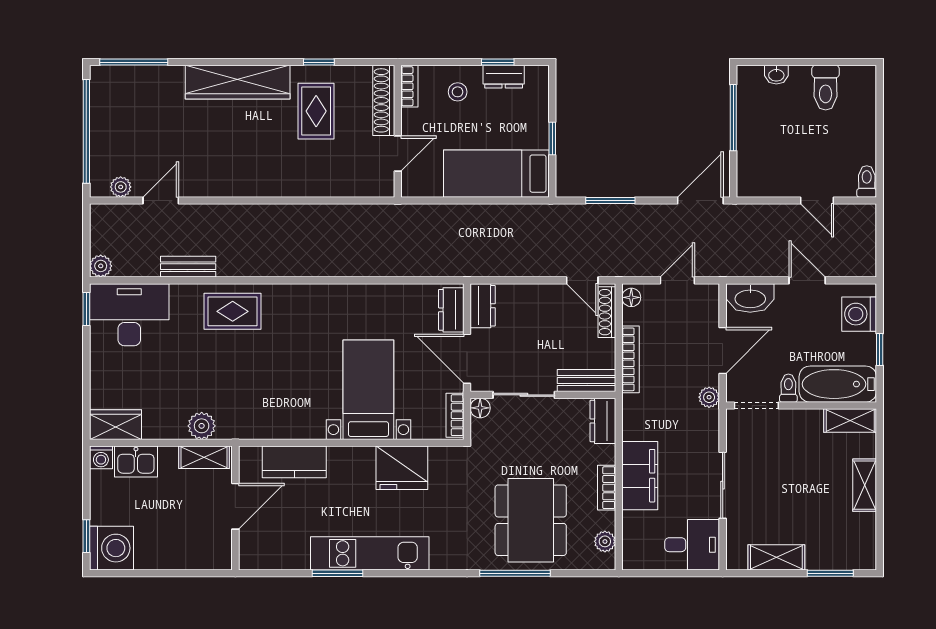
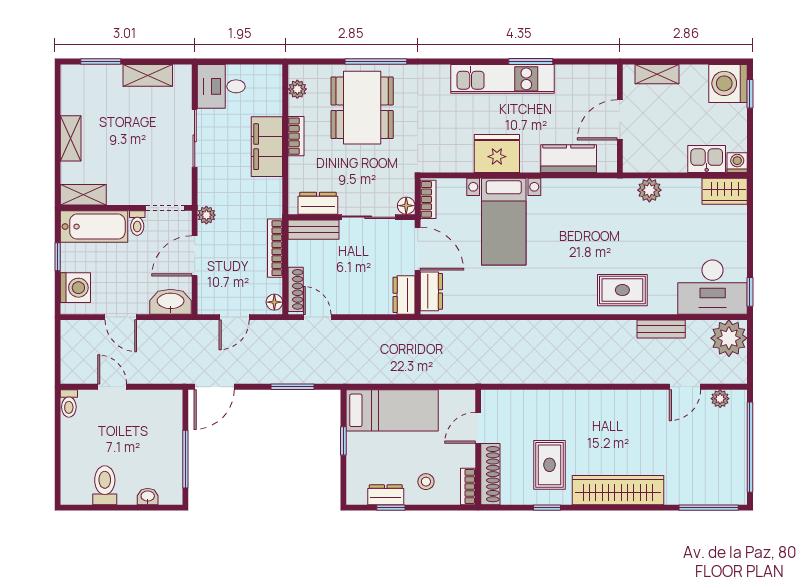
plant: (101, 266) -> (729, 338), width x1.88, depth x1.88
dresser: (603, 421) -> (318, 203), moved, turned -90
shelving: (204, 457) -> (657, 74), moved
fridge: (402, 468) -> (497, 153), moved

